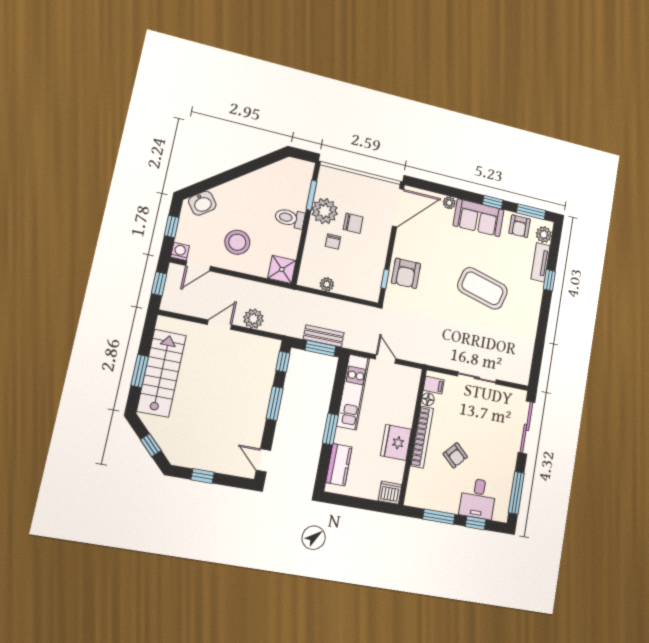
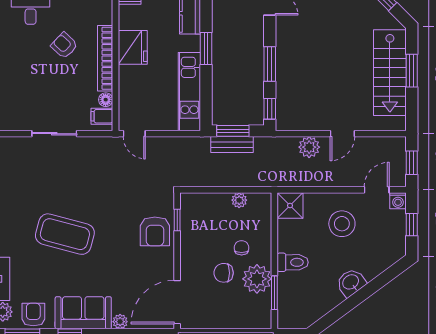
washbasin: (202, 203) -> (351, 282), moved
armchair: (406, 273) -> (155, 231), turned 180
door: (386, 359) -> (134, 134), moved

